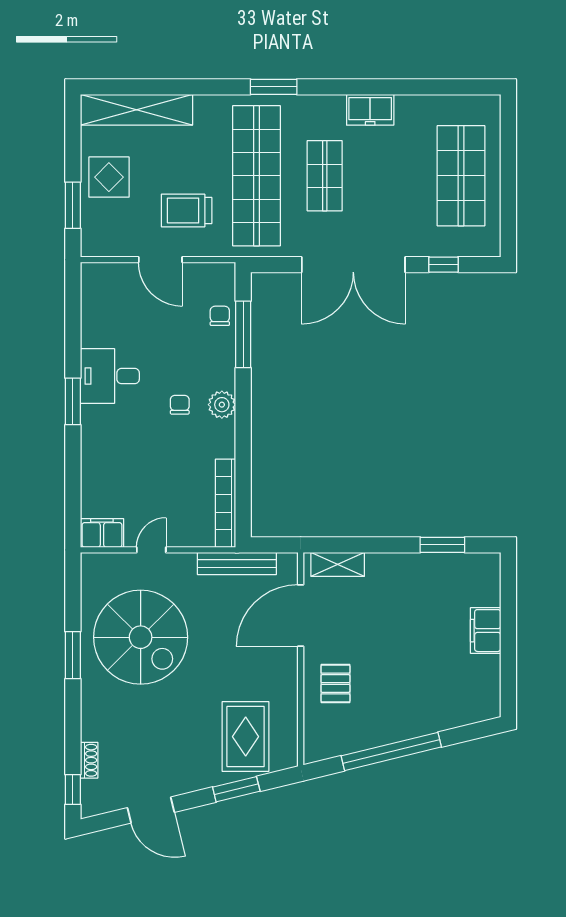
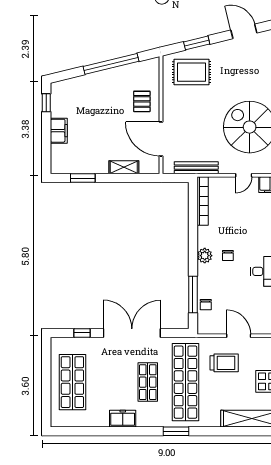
shelving: (338, 564) -> (124, 167), moved
door: (301, 615) -> (161, 139), swing flipped
window: (508, 681) -> (46, 103), added
rug: (246, 737) -> (192, 72), turned 90

